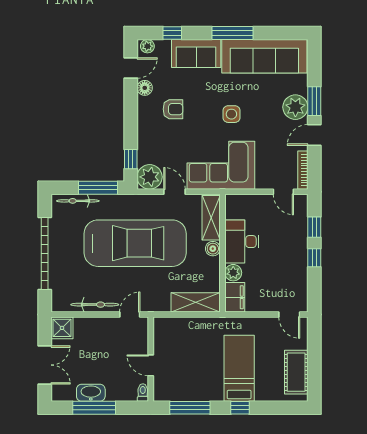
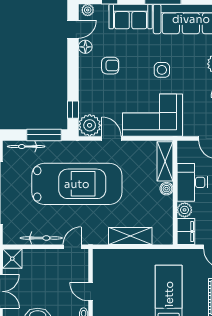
shelving: (211, 218) -> (165, 161), moved
desk: (242, 242) -> (192, 182), moved
boiler: (213, 249) -> (166, 189), moved
wall: (222, 253) -> (175, 193), moved
plant: (233, 273) -> (185, 210), moved
filing cabinet: (235, 297) -> (186, 232), moved

